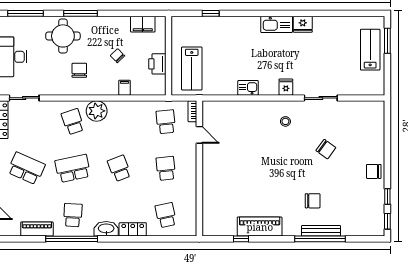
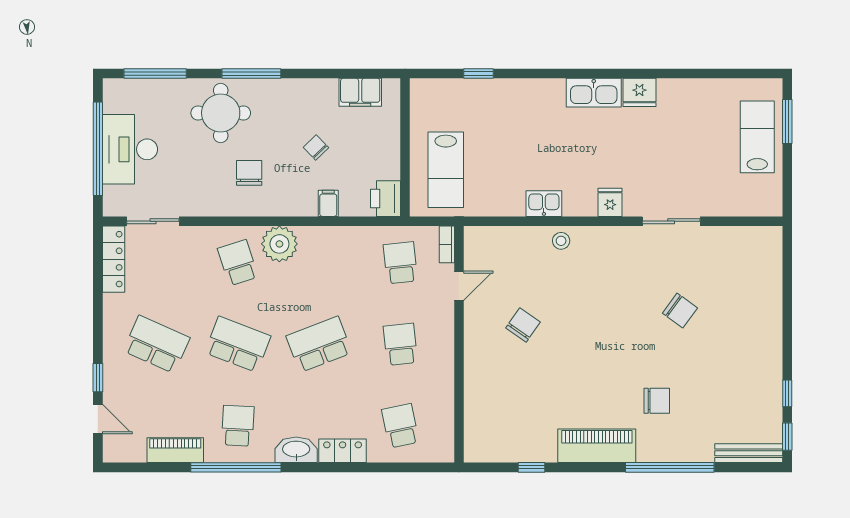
printer: (157, 64) -> (385, 199), moved
stool: (285, 121) -> (561, 241), moved
door: (199, 135) -> (459, 286), hinge flipped
school desk: (73, 168) -> (238, 344), turned 33
school desk: (119, 168) -> (319, 344), width x1.85
chair: (374, 171) -> (523, 325), moved, turned 125
piano: (260, 227) -> (597, 446), moved
bench: (321, 231) -> (749, 453), moved

